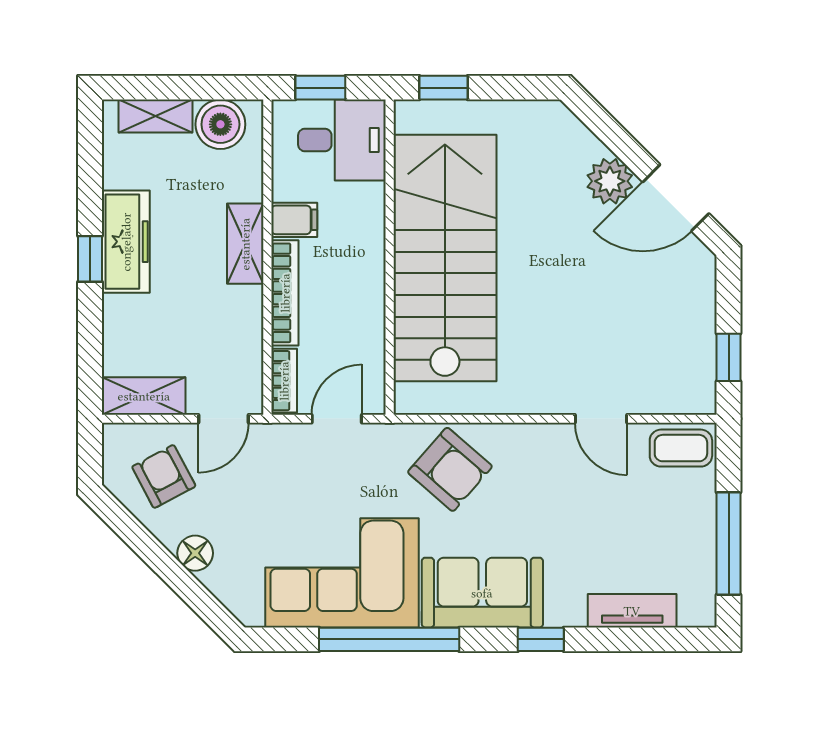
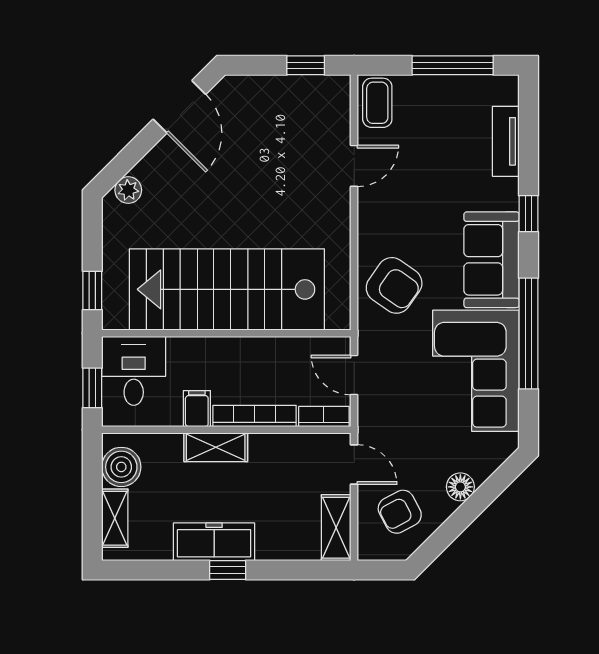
plant: (610, 181) -> (128, 190), moved, width x0.73, depth x0.73
armchair: (450, 469) -> (394, 285), turned 84

